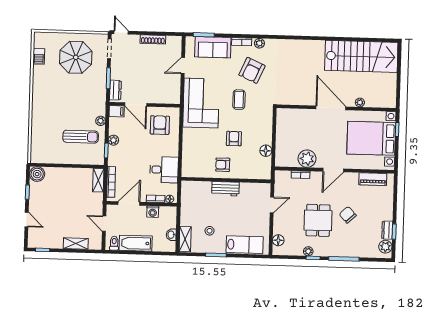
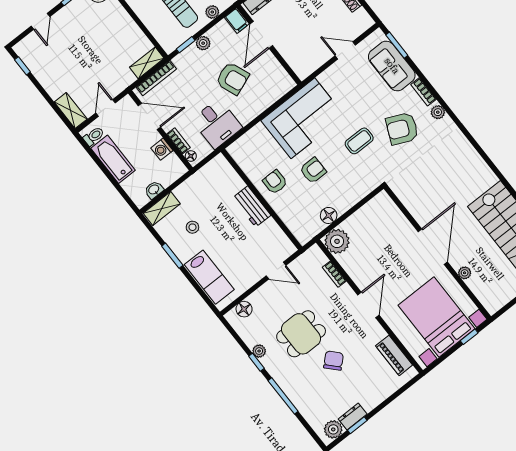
corner sofa: (201, 103) -> (303, 118), moved
armchair: (160, 125) -> (232, 78), moved, turned 69
plant: (307, 159) -> (337, 241), moved
door: (333, 170) -> (368, 305), swing flipped
shelving: (76, 244) -> (71, 111), moved

